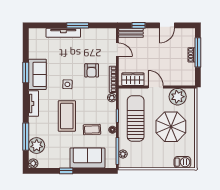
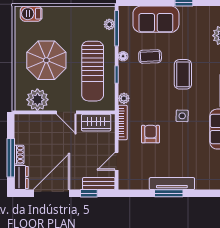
door: (167, 25) -> (51, 193), width x1.88
tv unit: (63, 33) -> (172, 184), moved
dresser: (190, 37) -> (21, 178), added
door: (117, 50) -> (117, 161), hinge flipped
coffee table: (67, 116) -> (183, 74), width x0.73, depth x0.76

